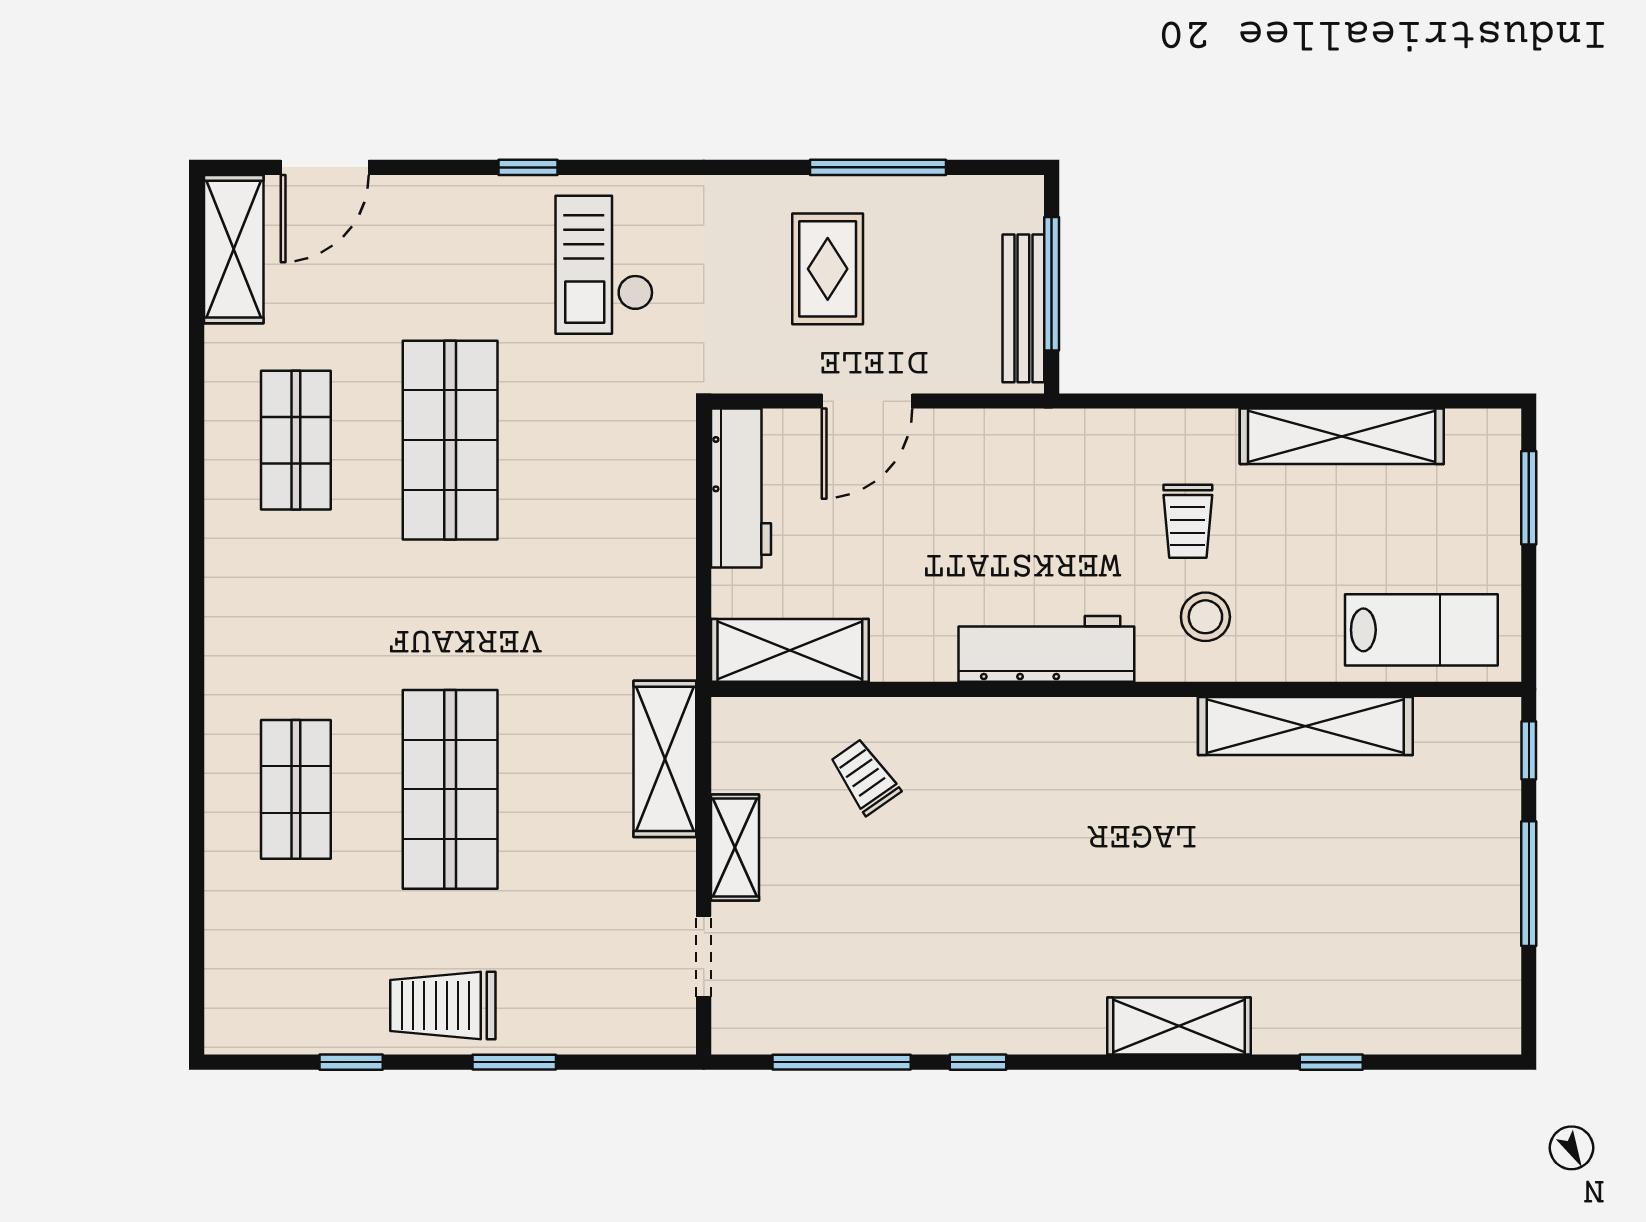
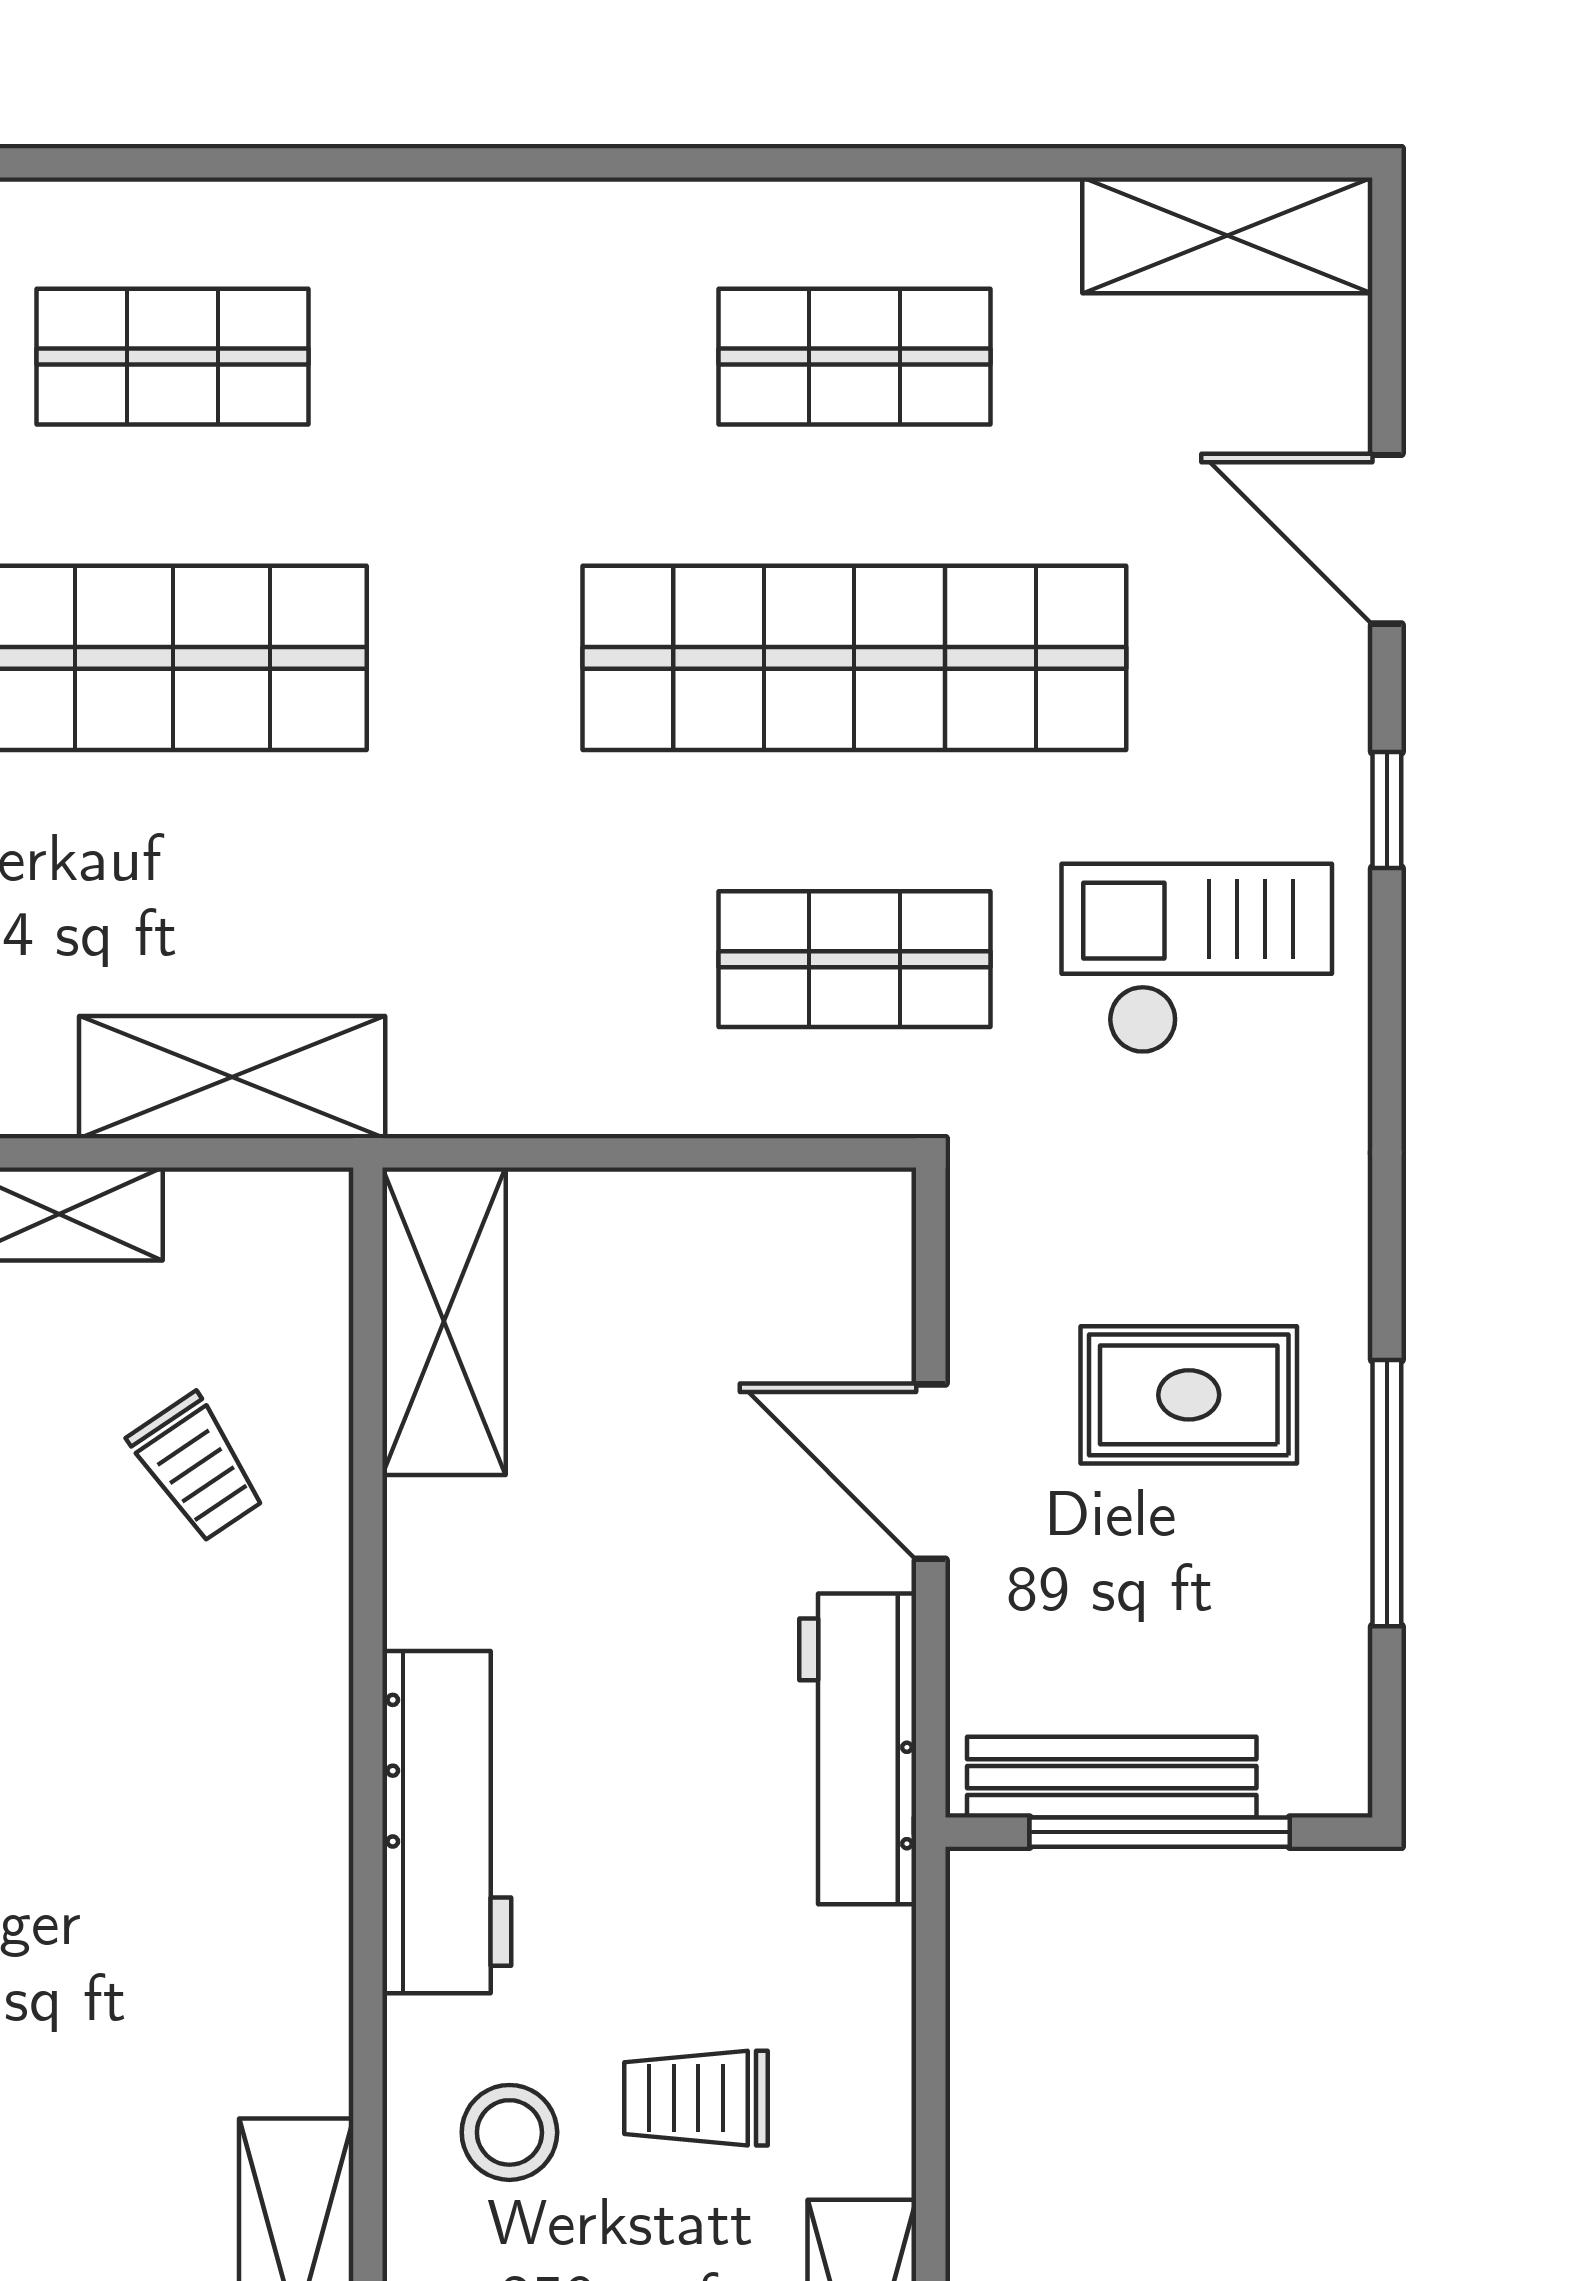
door: (325, 167) -> (1387, 539), moved
shop shelf: (450, 440) -> (854, 658), width x1.40
shop shelf: (604, 440) -> (854, 959), added
workbench: (741, 488) -> (858, 1749), moved, turned 90
trolley: (865, 777) -> (197, 1468), turned 91

